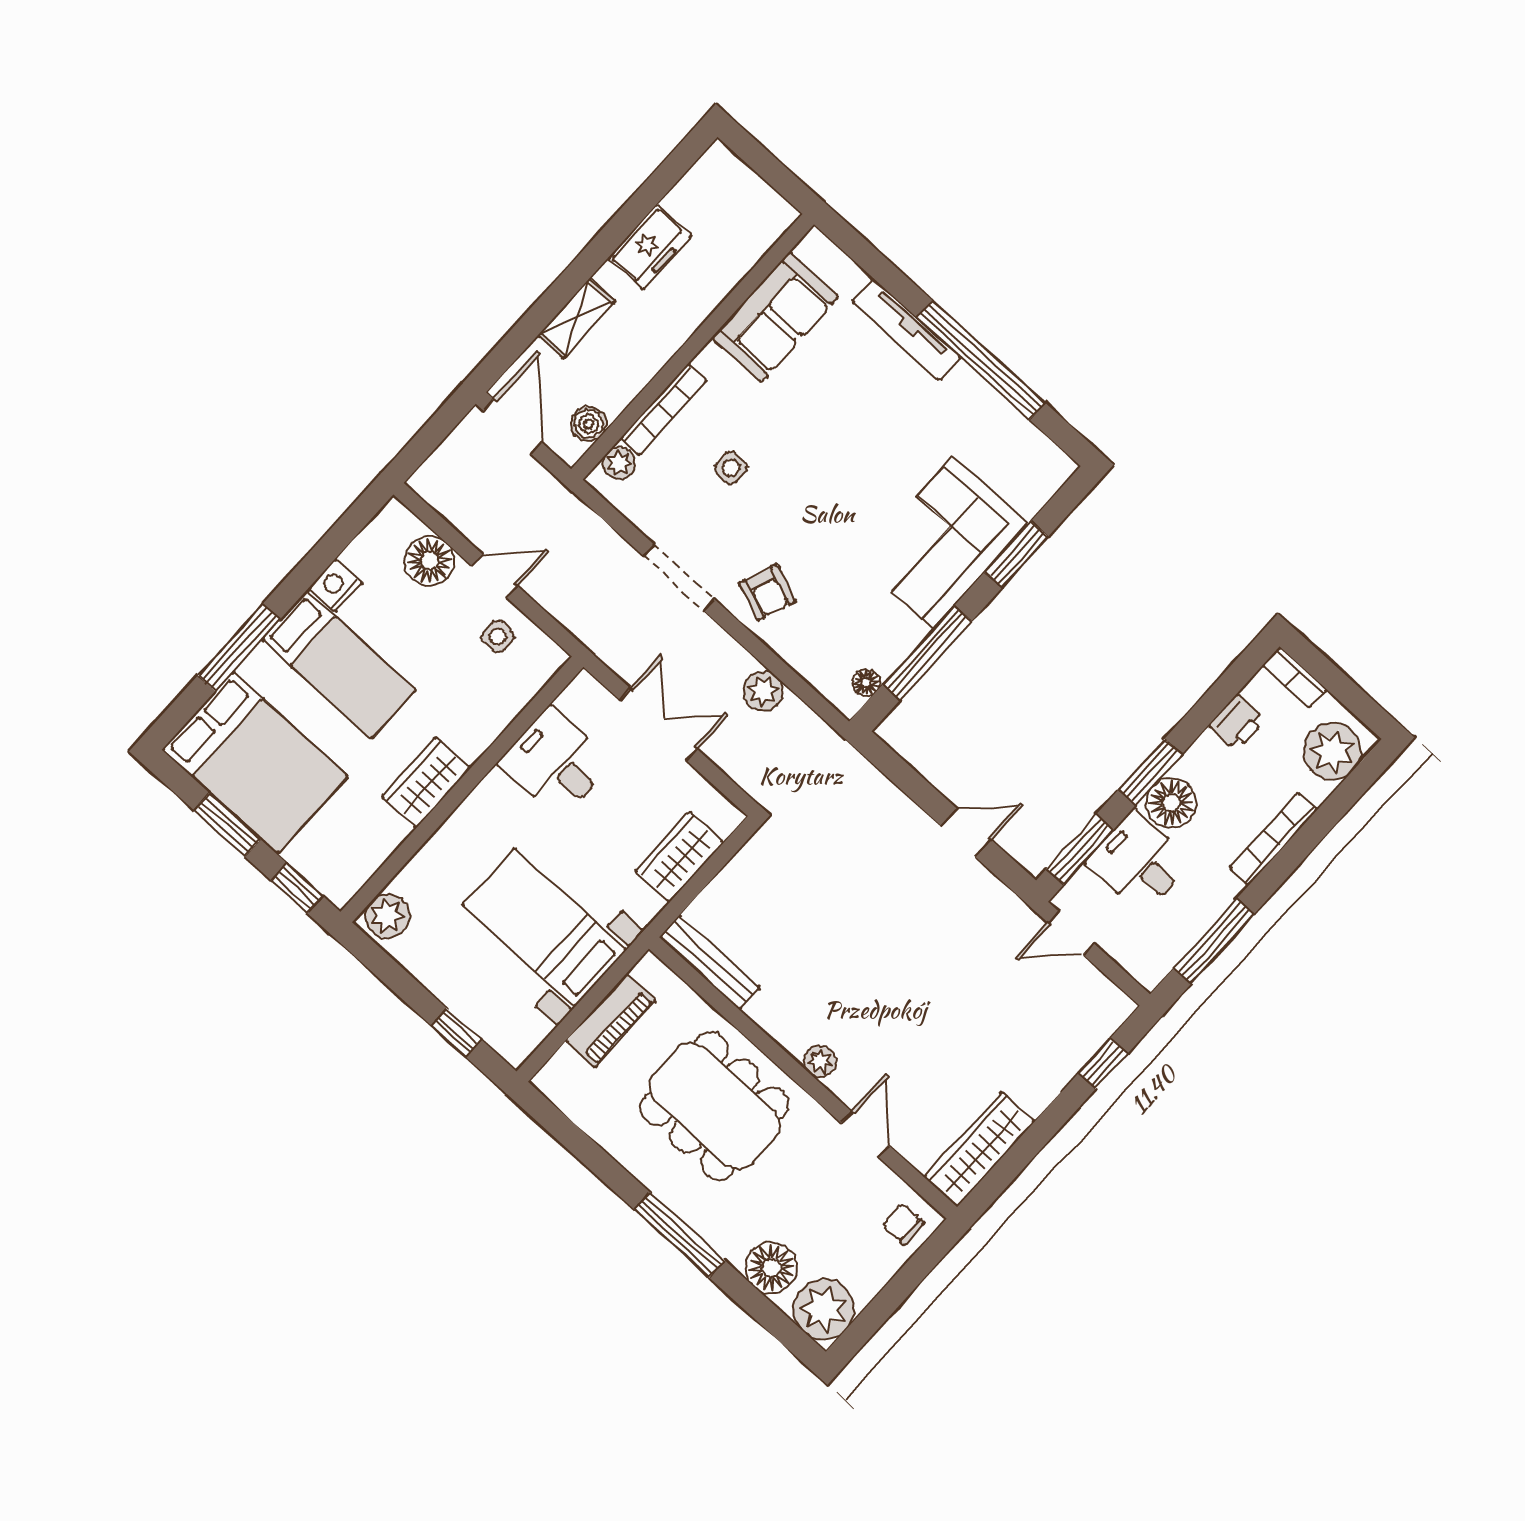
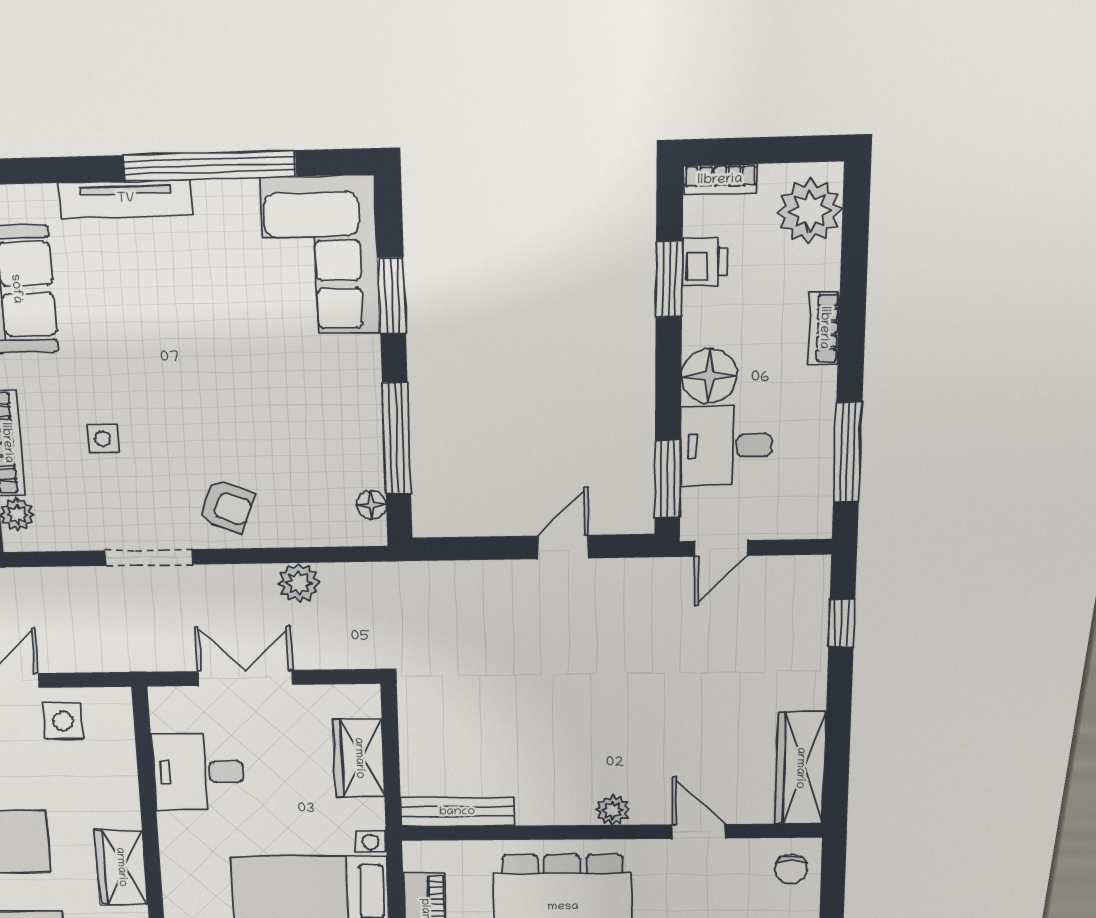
corner sofa: (943, 542) -> (321, 256), moved
side table: (498, 636) -> (63, 721), width x1.37, depth x1.37
window: (1150, 772) -> (669, 279), moved
bookcase: (1273, 839) -> (824, 328), width x0.64
chair: (903, 1224) -> (791, 869), turned -90

